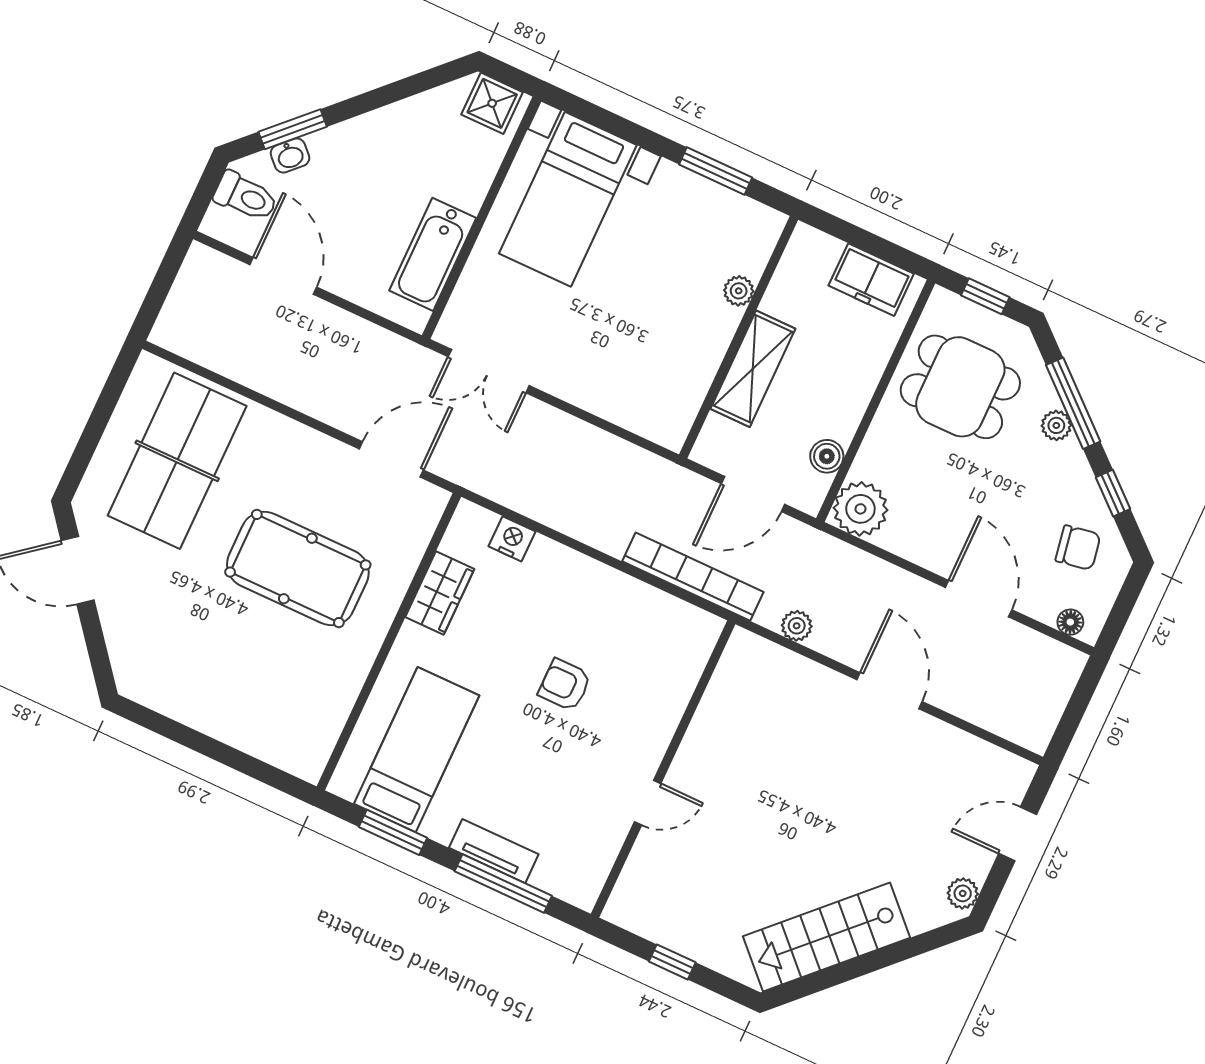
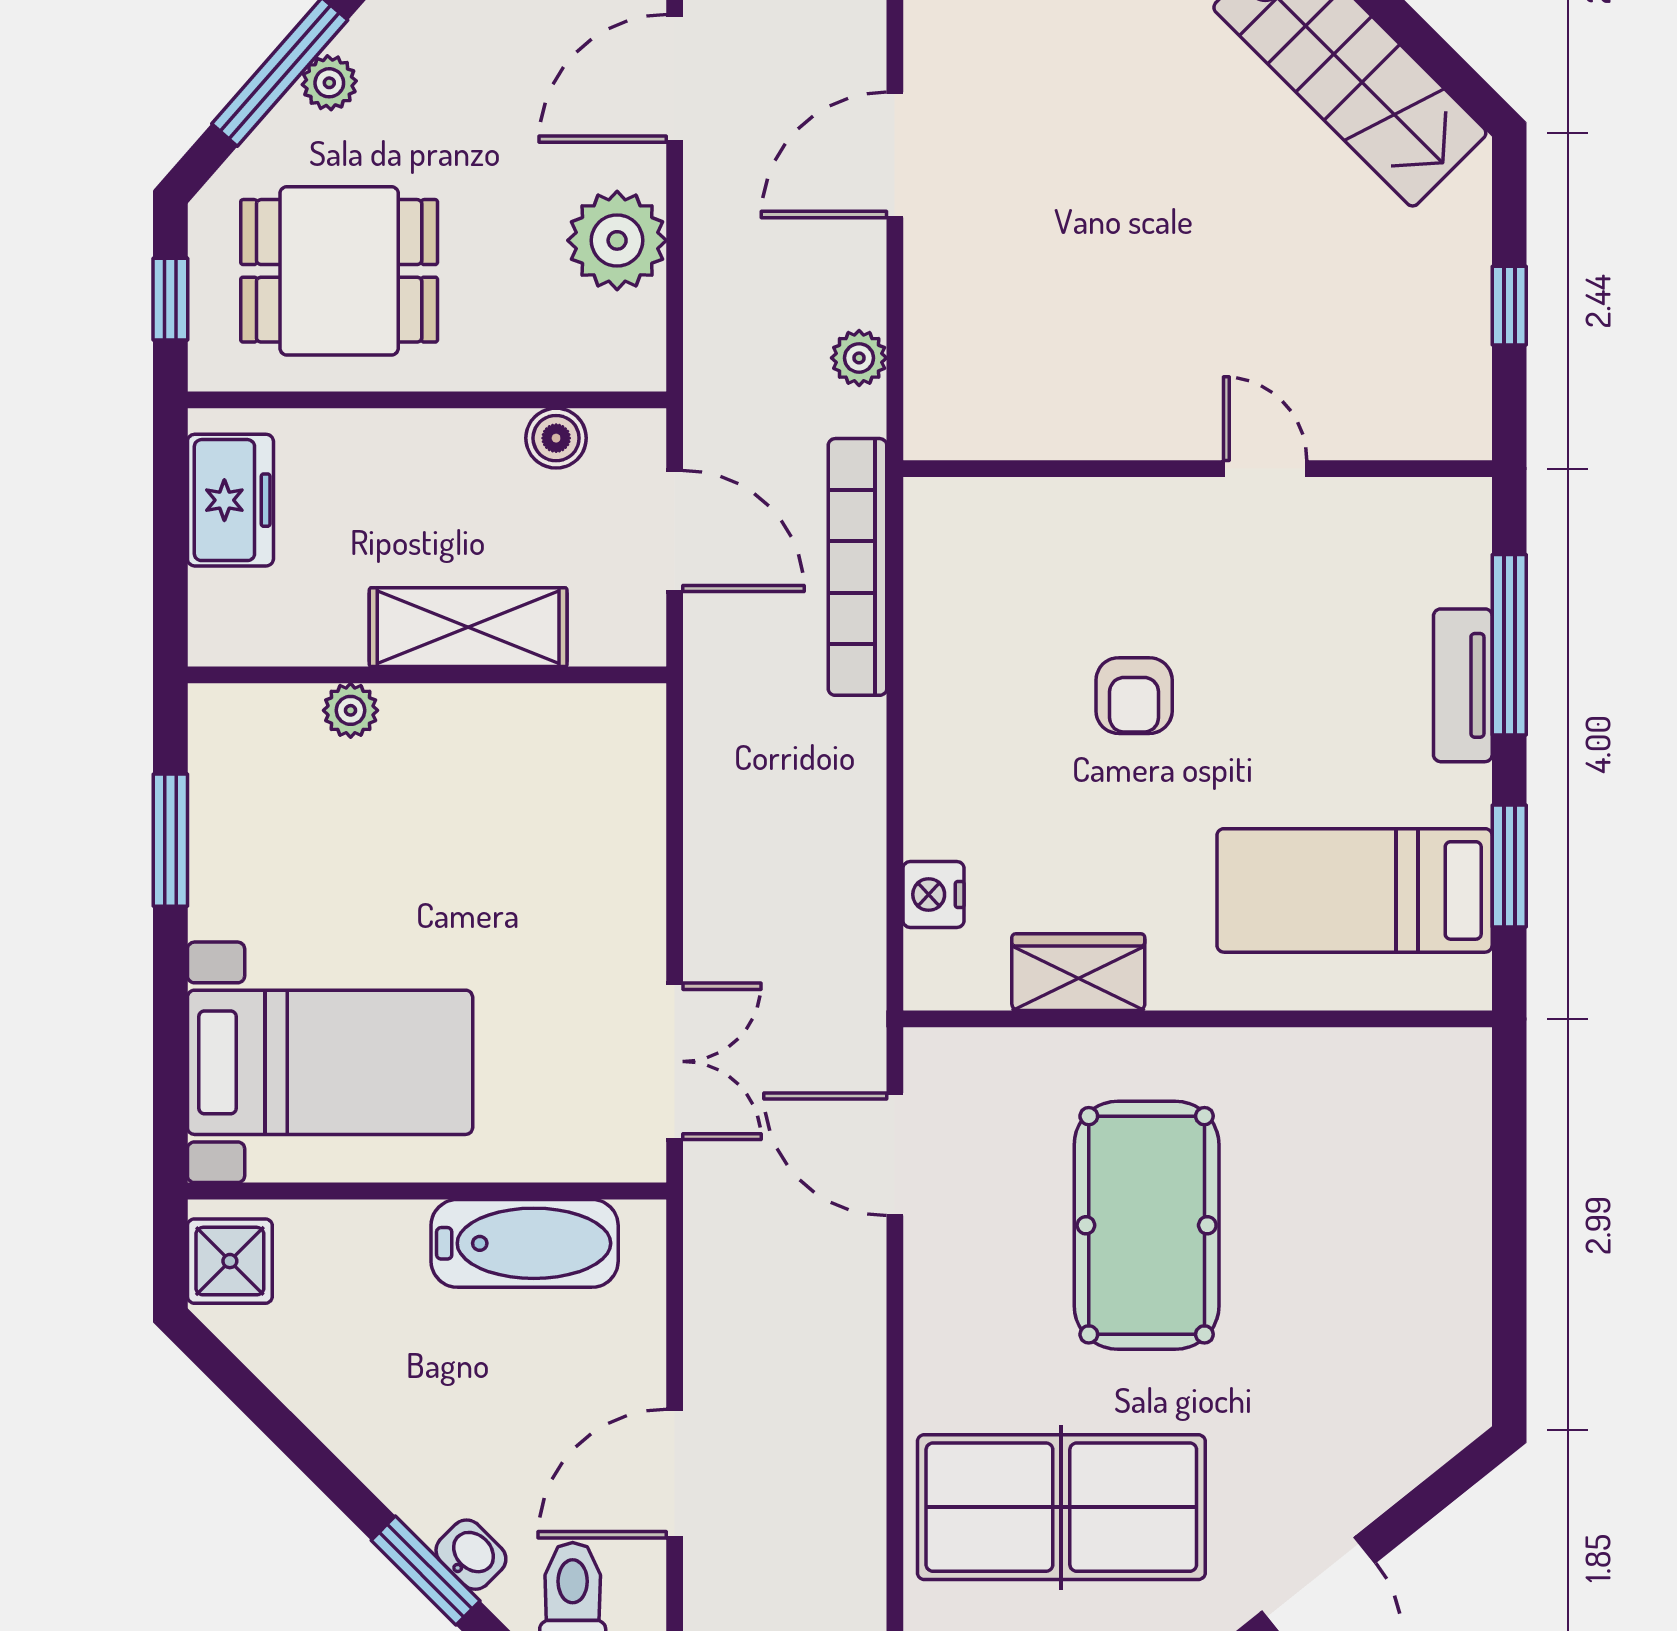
dining table: (960, 387) -> (339, 271), turned 90
plant: (860, 509) -> (617, 240), moved

